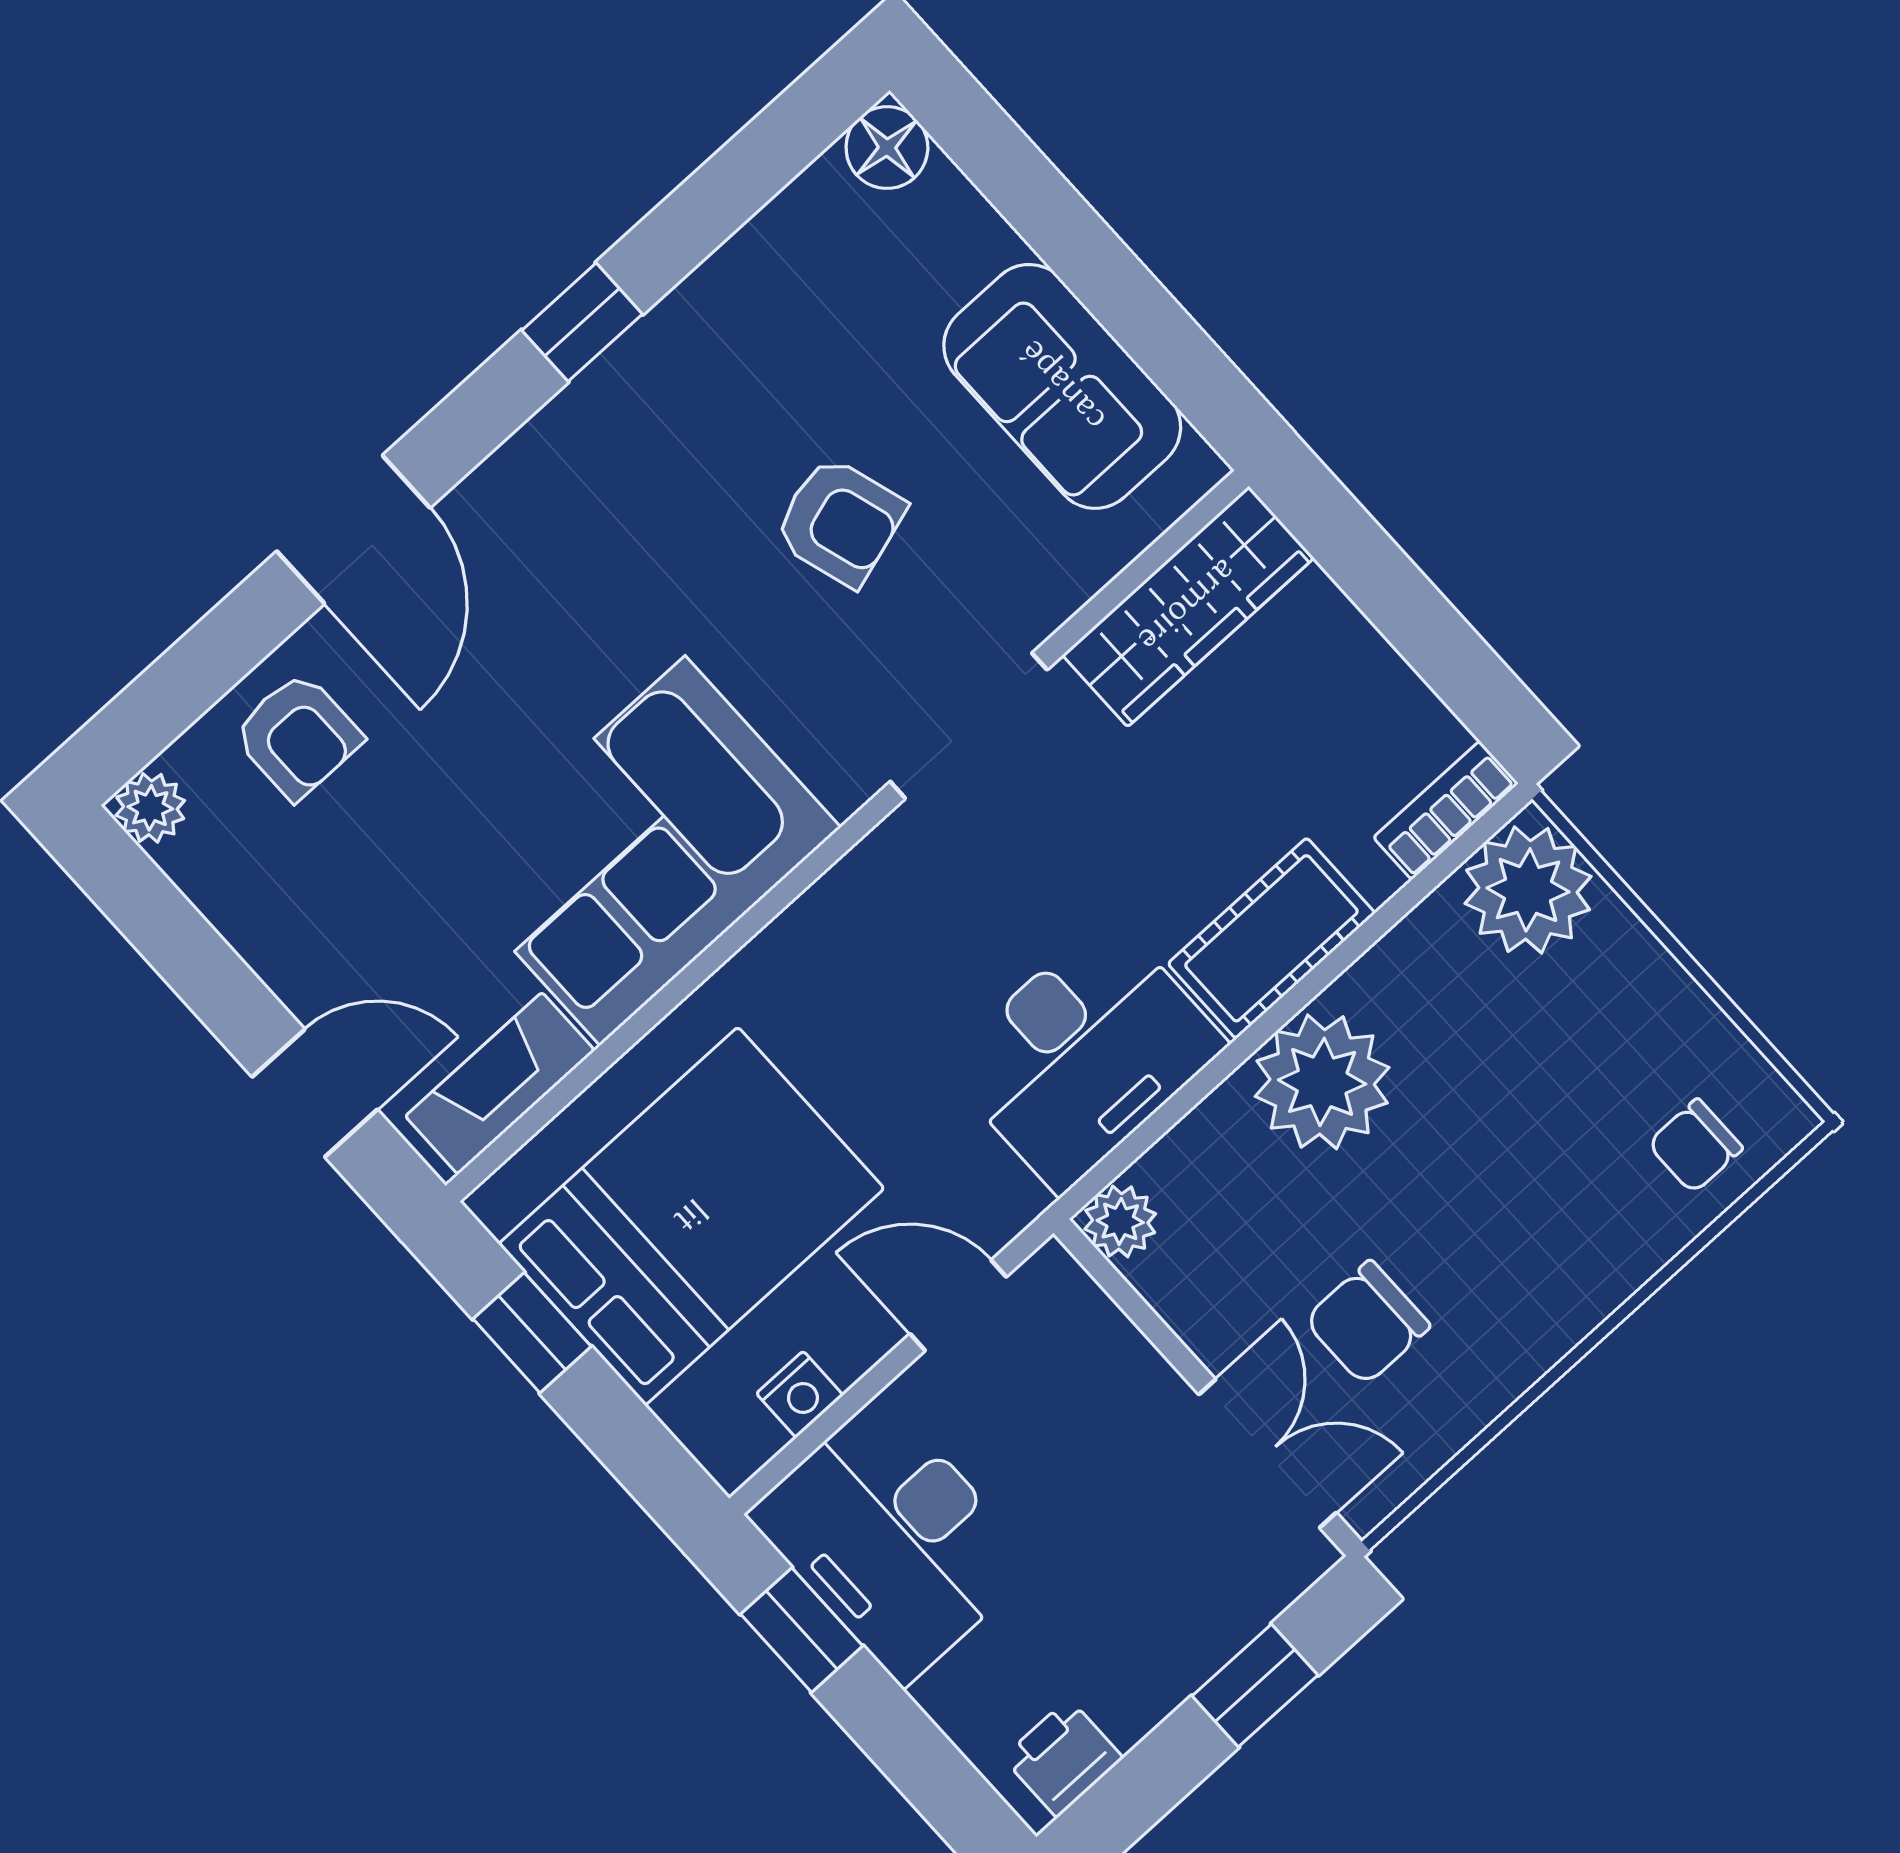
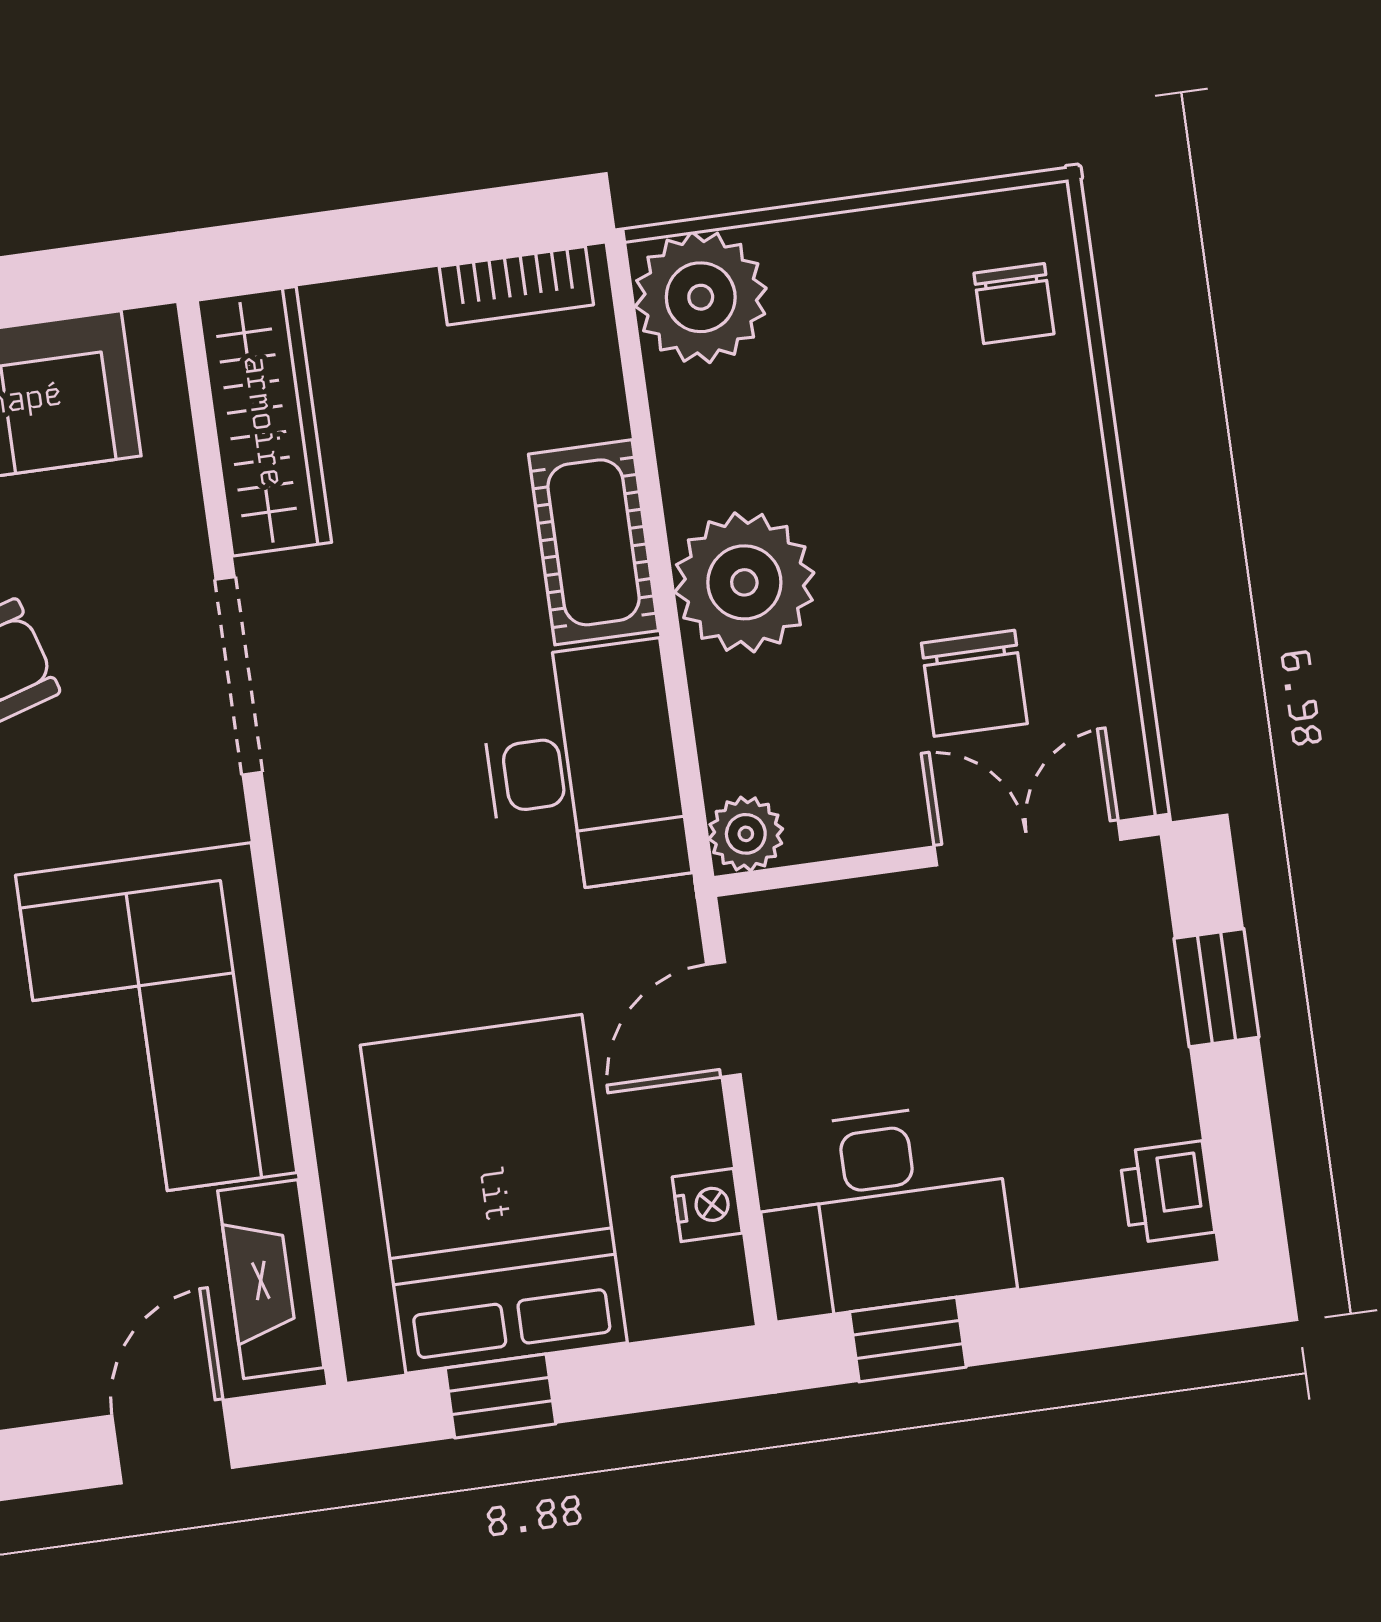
bookcase: (1446, 810) -> (516, 286), moved, turned -90

